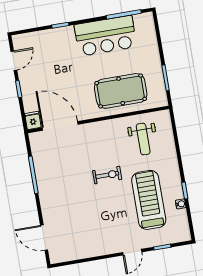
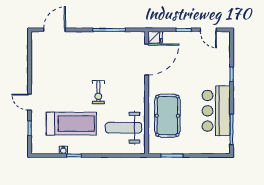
weight bench: (143, 139) -> (124, 128), width x1.36, depth x1.33

